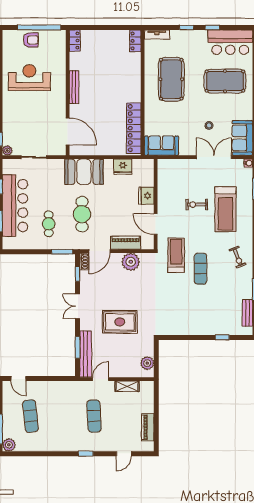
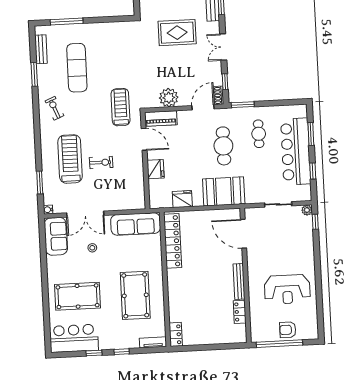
locker: (75, 41) -> (240, 312), moved
sofa: (161, 146) -> (136, 224), width x1.36
piano: (126, 243) -> (161, 118), moved
treadmill: (176, 255) -> (120, 107), turned 180
exercise mat: (201, 269) -> (77, 68), moved, width x1.36, depth x1.45
double door: (78, 306) -> (223, 47), swing flipped
window: (222, 337) -> (67, 22), width x2.17

